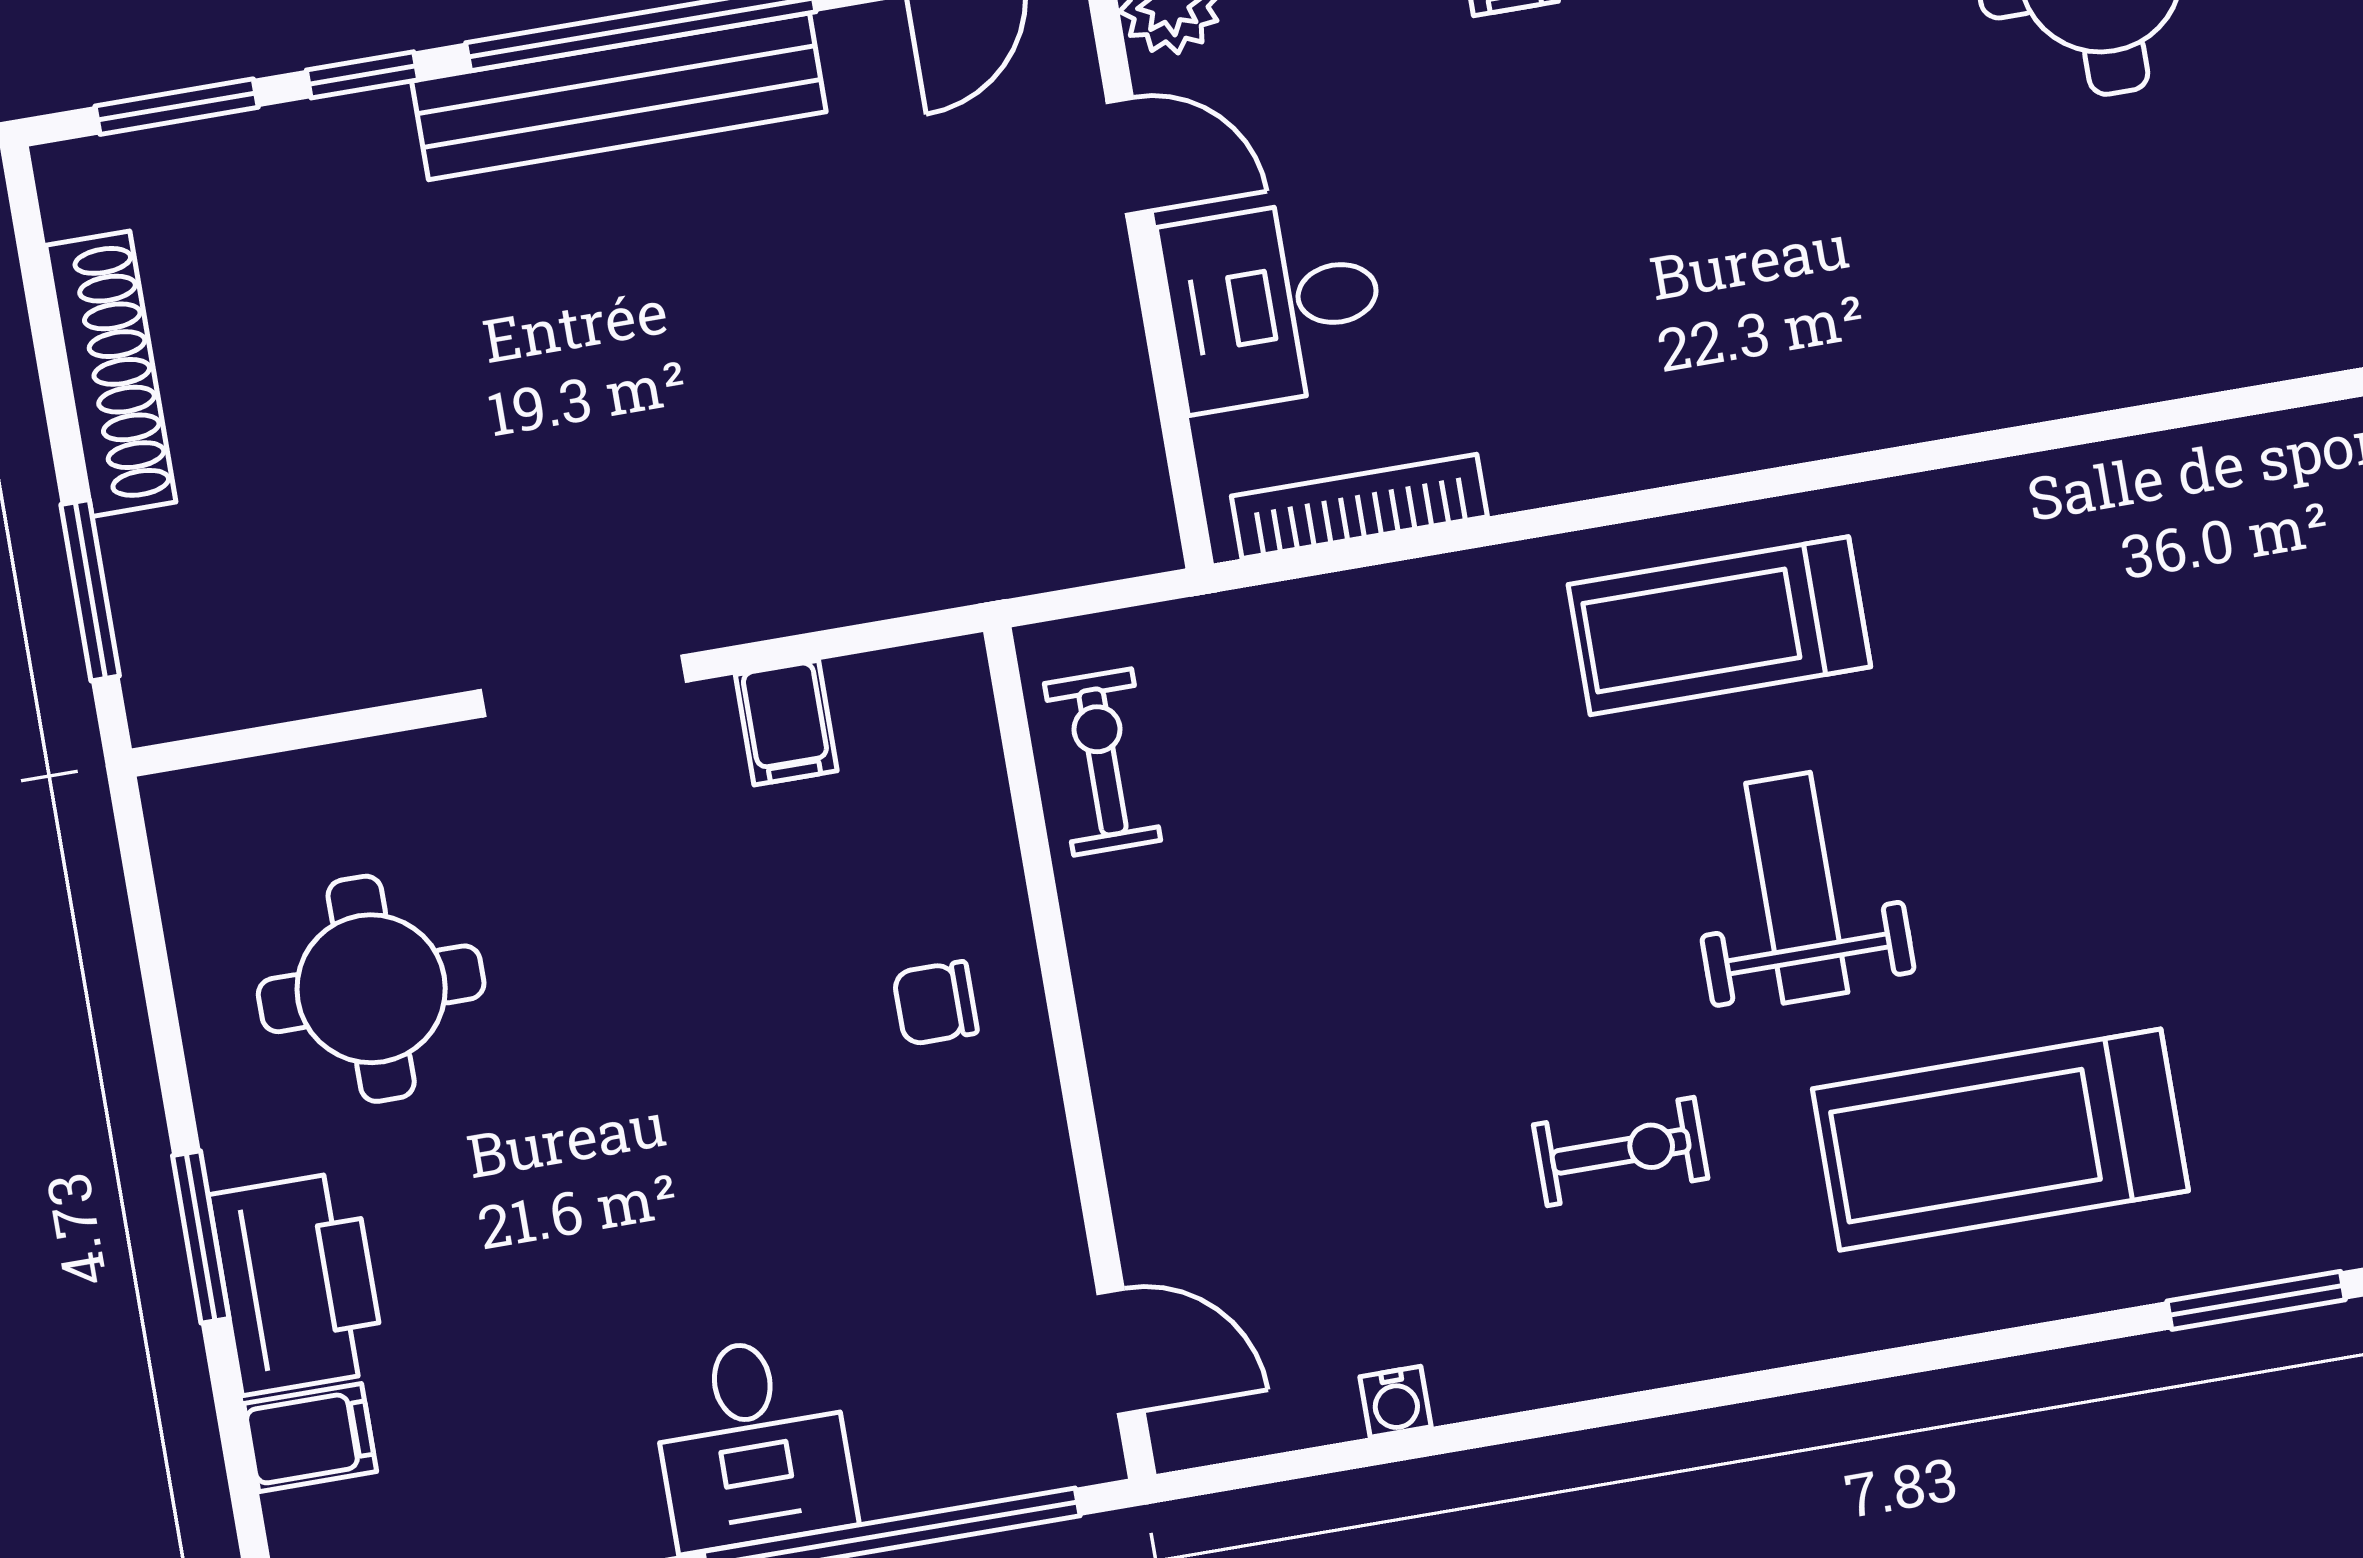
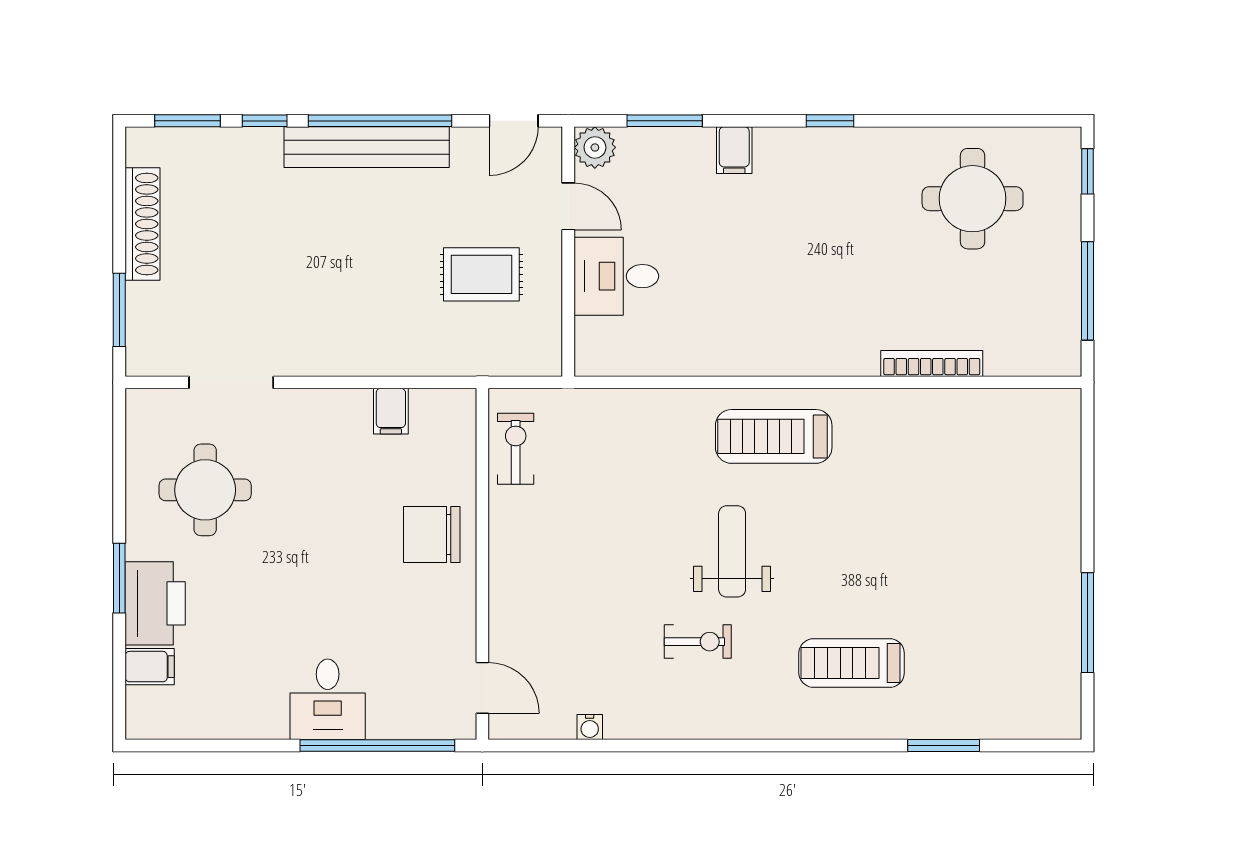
rug: (948, 356) -> (481, 274), added
bookcase: (1359, 506) -> (932, 364), moved
doorway: (583, 686) -> (231, 382), moved
weight bench: (1797, 888) -> (732, 551), moved
chair: (935, 1003) -> (432, 535), width x1.87, depth x1.87
treadmill: (2000, 1140) -> (852, 663), width x0.73, depth x0.73

